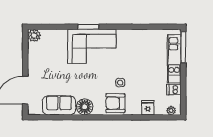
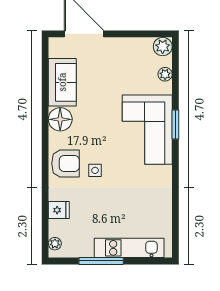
plant: (53, 34) -> (165, 74), added
window: (183, 47) -> (101, 261), moved
dishwasher: (174, 90) -> (85, 247), removed
armchair: (115, 103) -> (65, 163), turned 90

